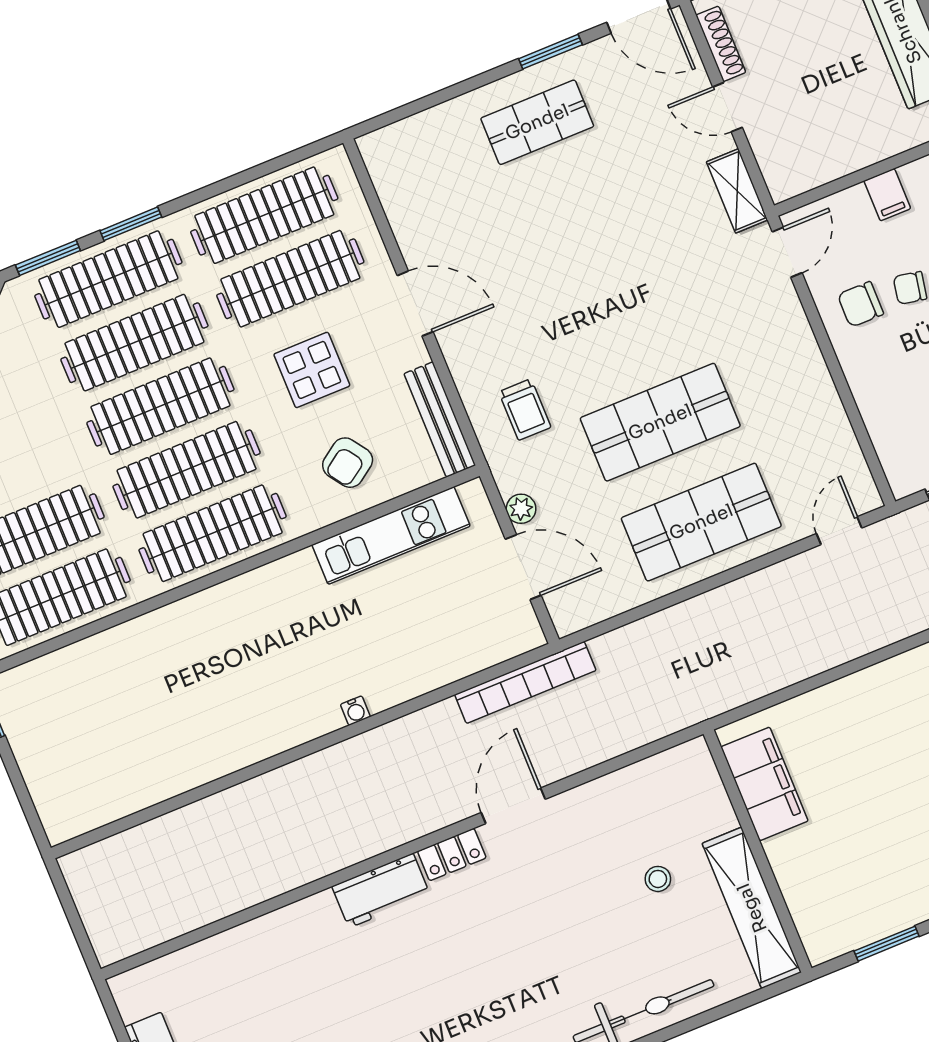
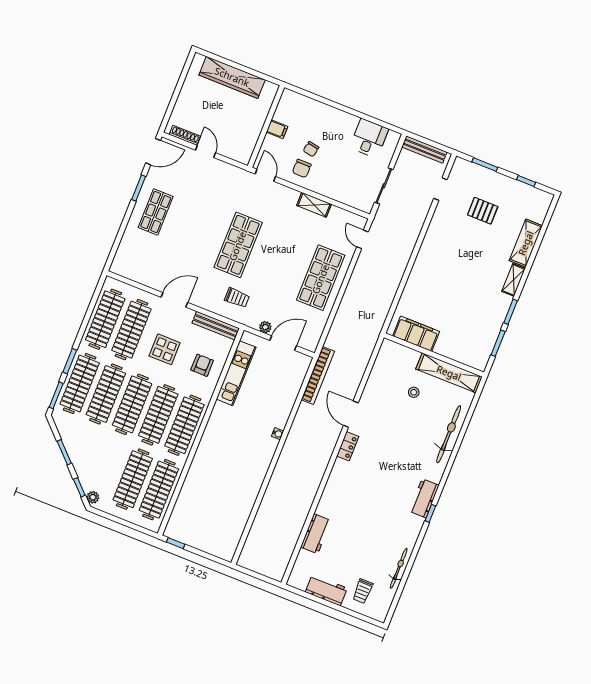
door: (728, 107) -> (206, 151), swing flipped
shelving: (737, 191) -> (314, 205), moved
shop shelf: (660, 422) -> (238, 245), moved
armchair: (348, 463) -> (202, 365), turned -145
workbench: (381, 891) -> (316, 534), moved

